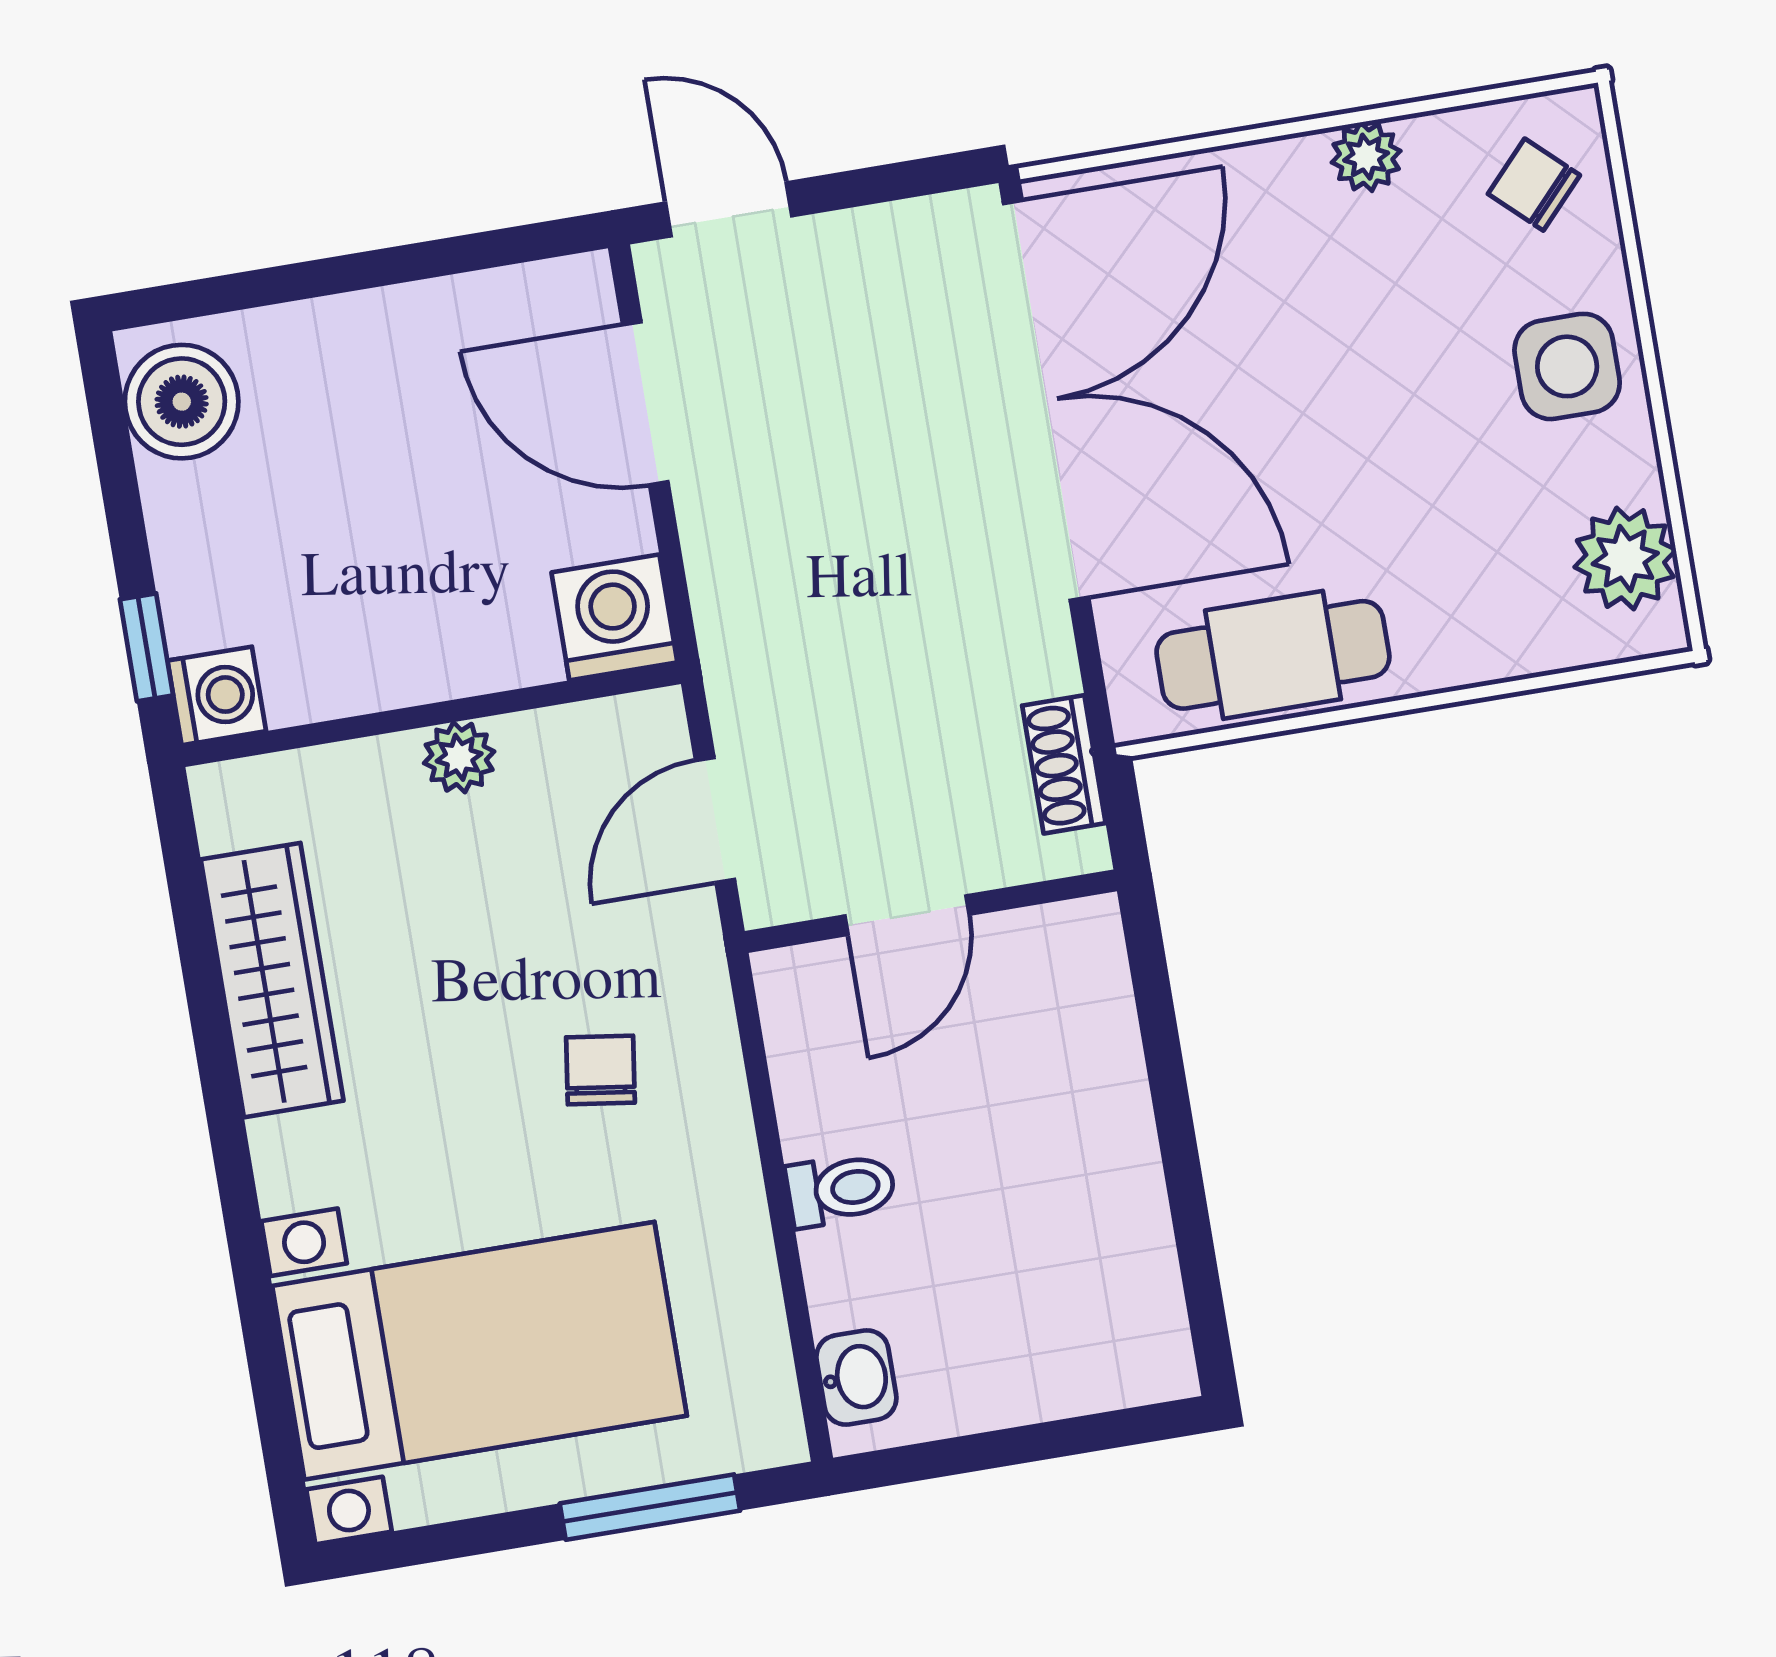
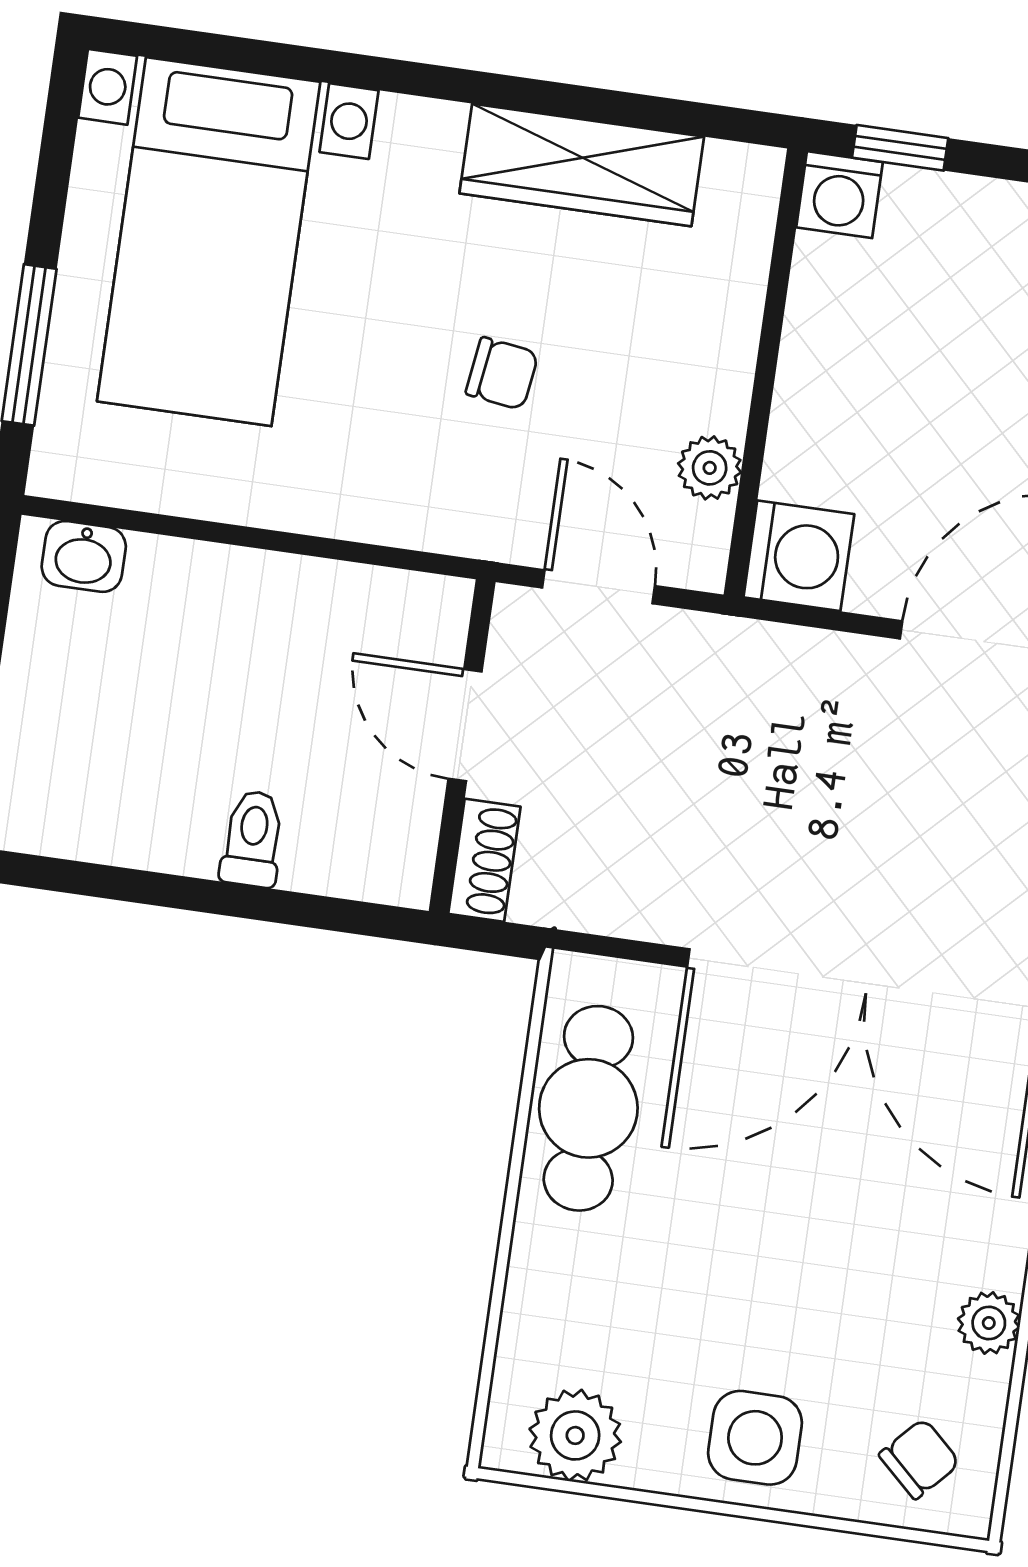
plant: (459, 757) -> (710, 468), moved
shoe rack: (1064, 764) -> (484, 860), moved, turned 90
chair: (600, 1070) -> (502, 373), moved
toilet: (841, 1189) -> (253, 839), moved, turned 180

